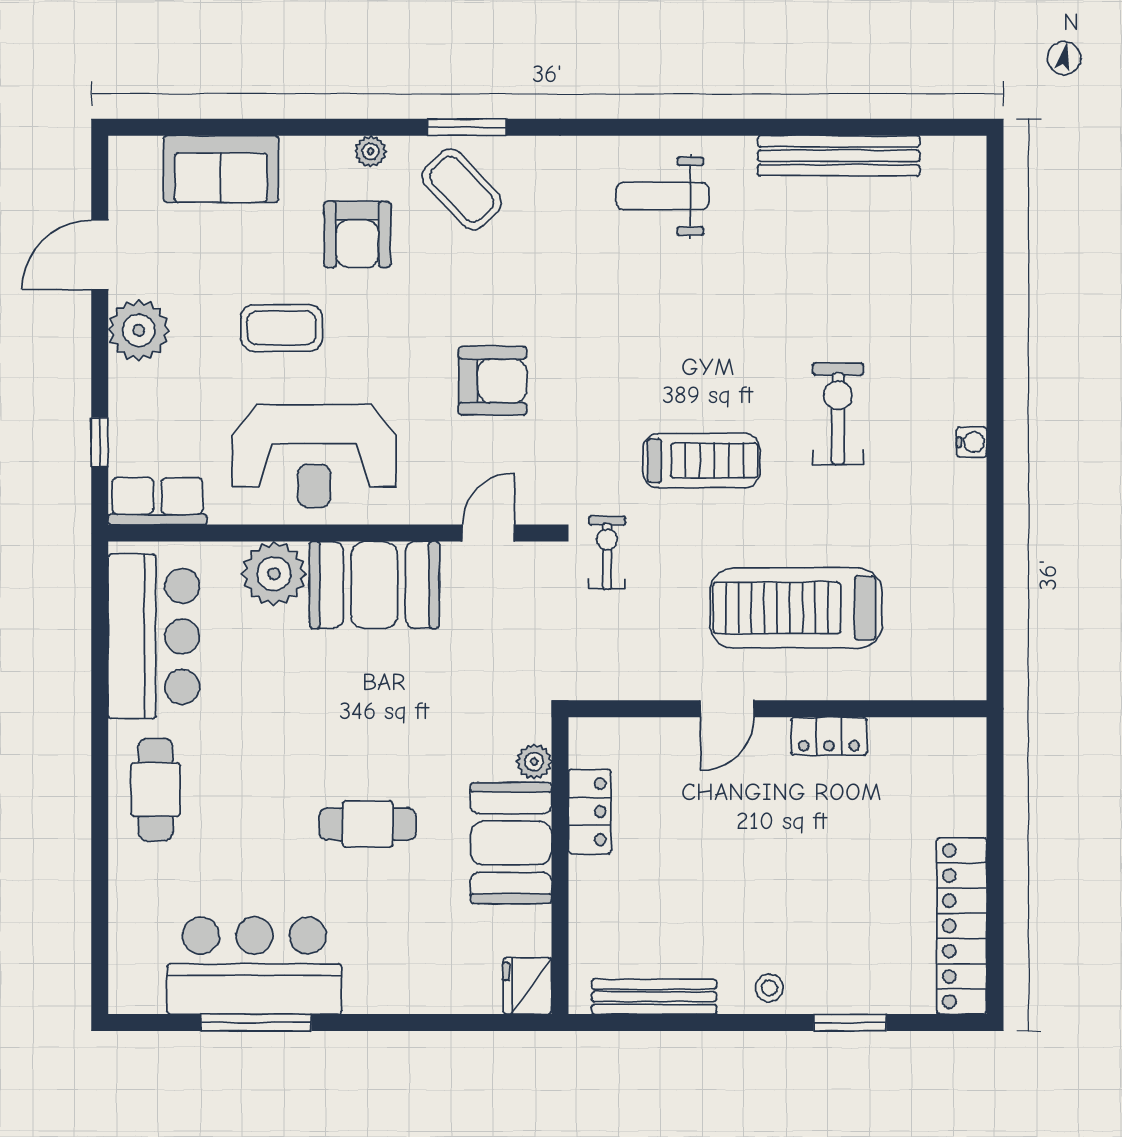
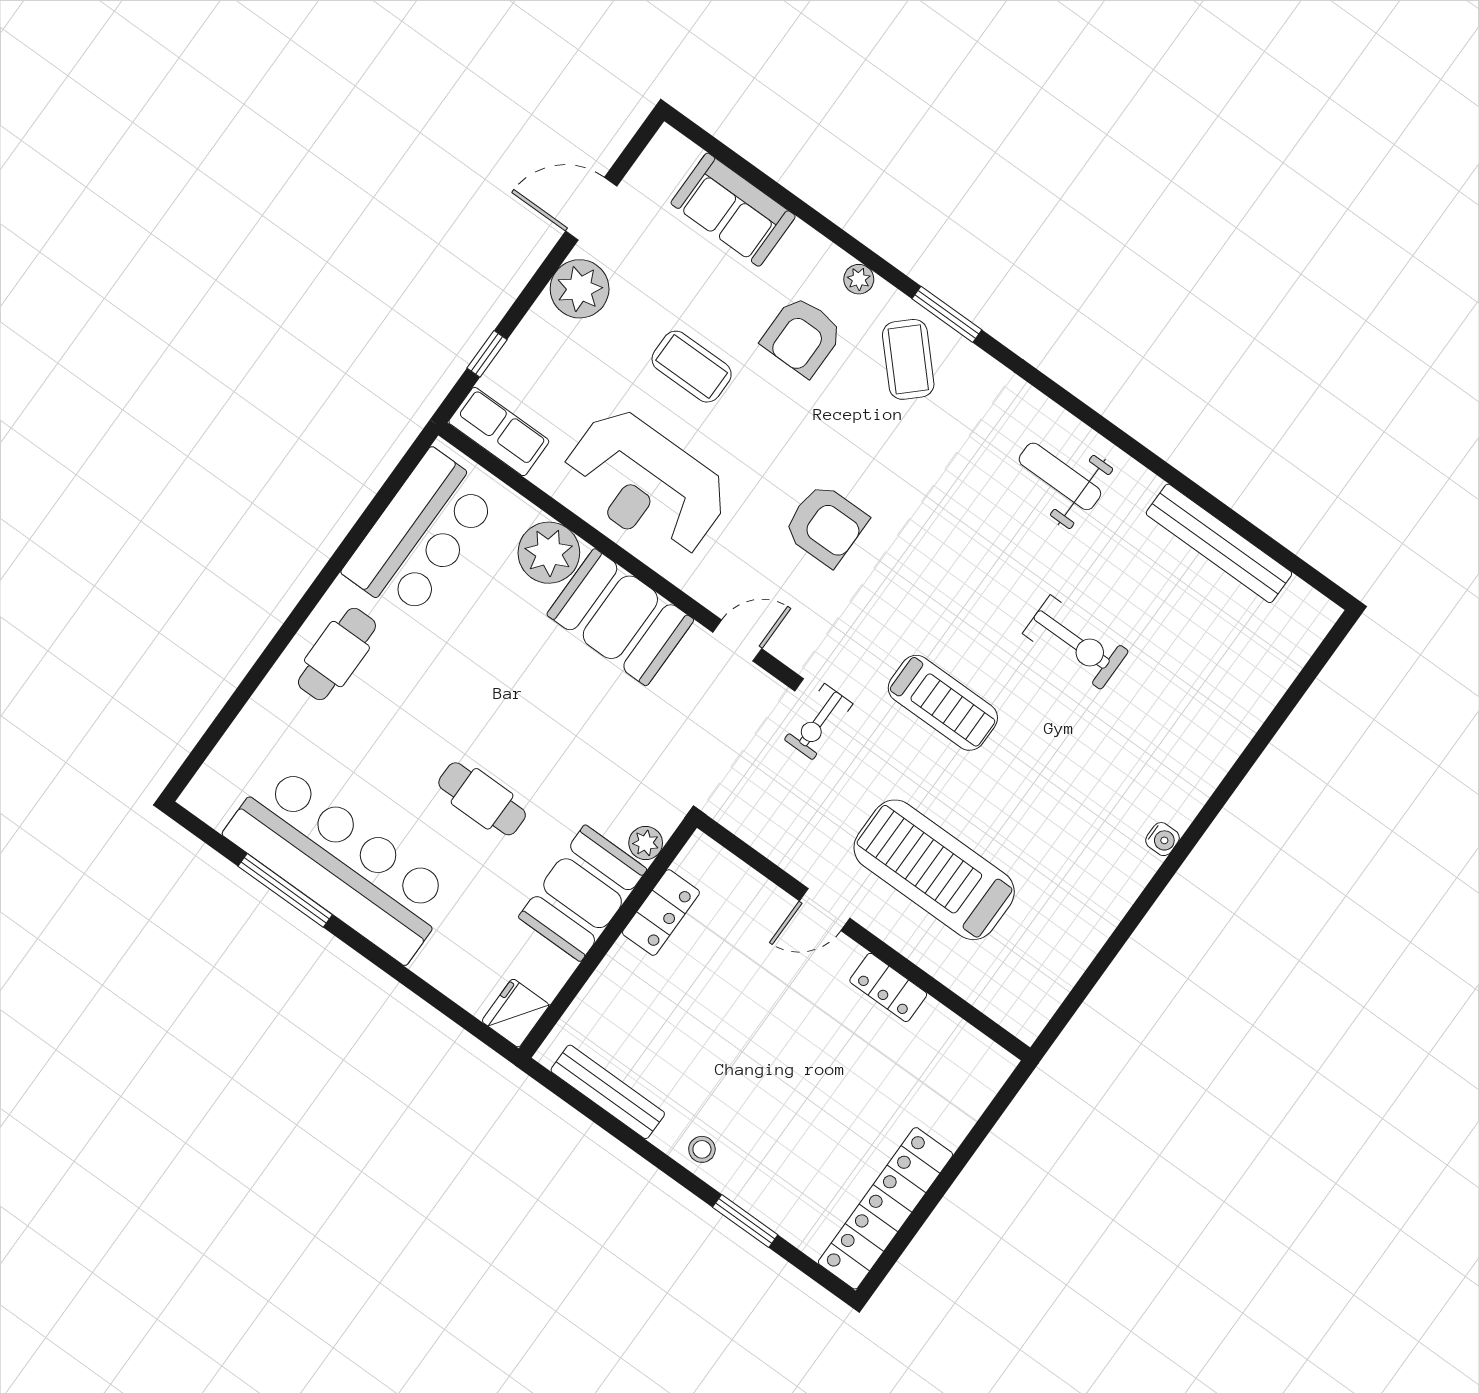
exercise bike: (838, 414) -> (1076, 642), moved, turned 90
exercise bike: (607, 553) -> (819, 722), turned 180
bar counter: (254, 966) -> (340, 863), width x1.36

